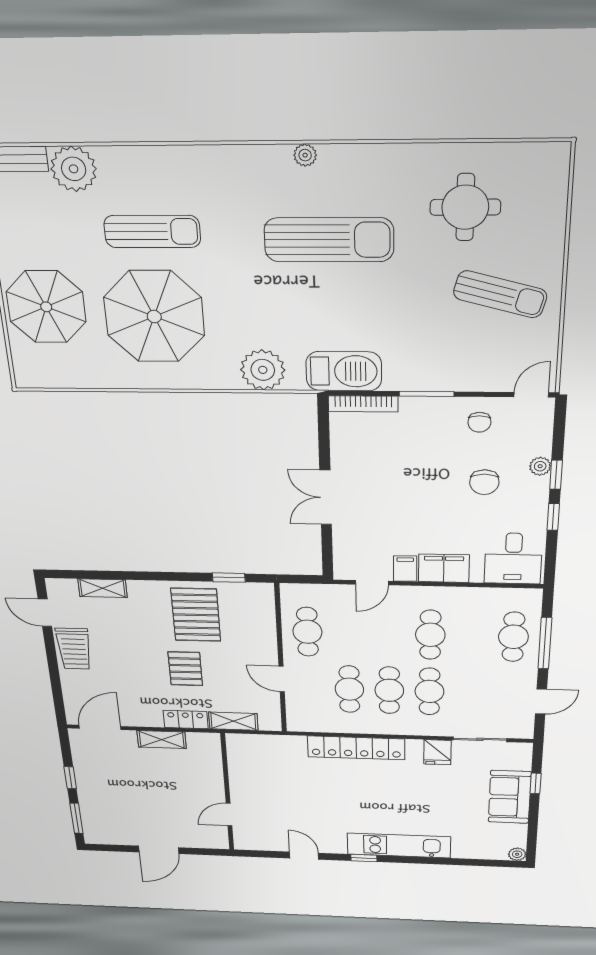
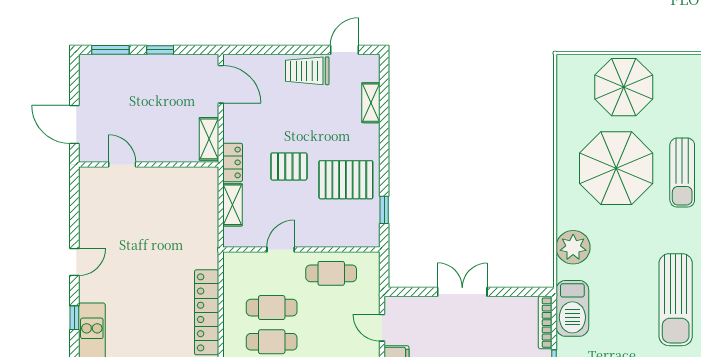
wall: (227, 793) -> (149, 165), moved
door: (229, 815) -> (122, 165), moved

